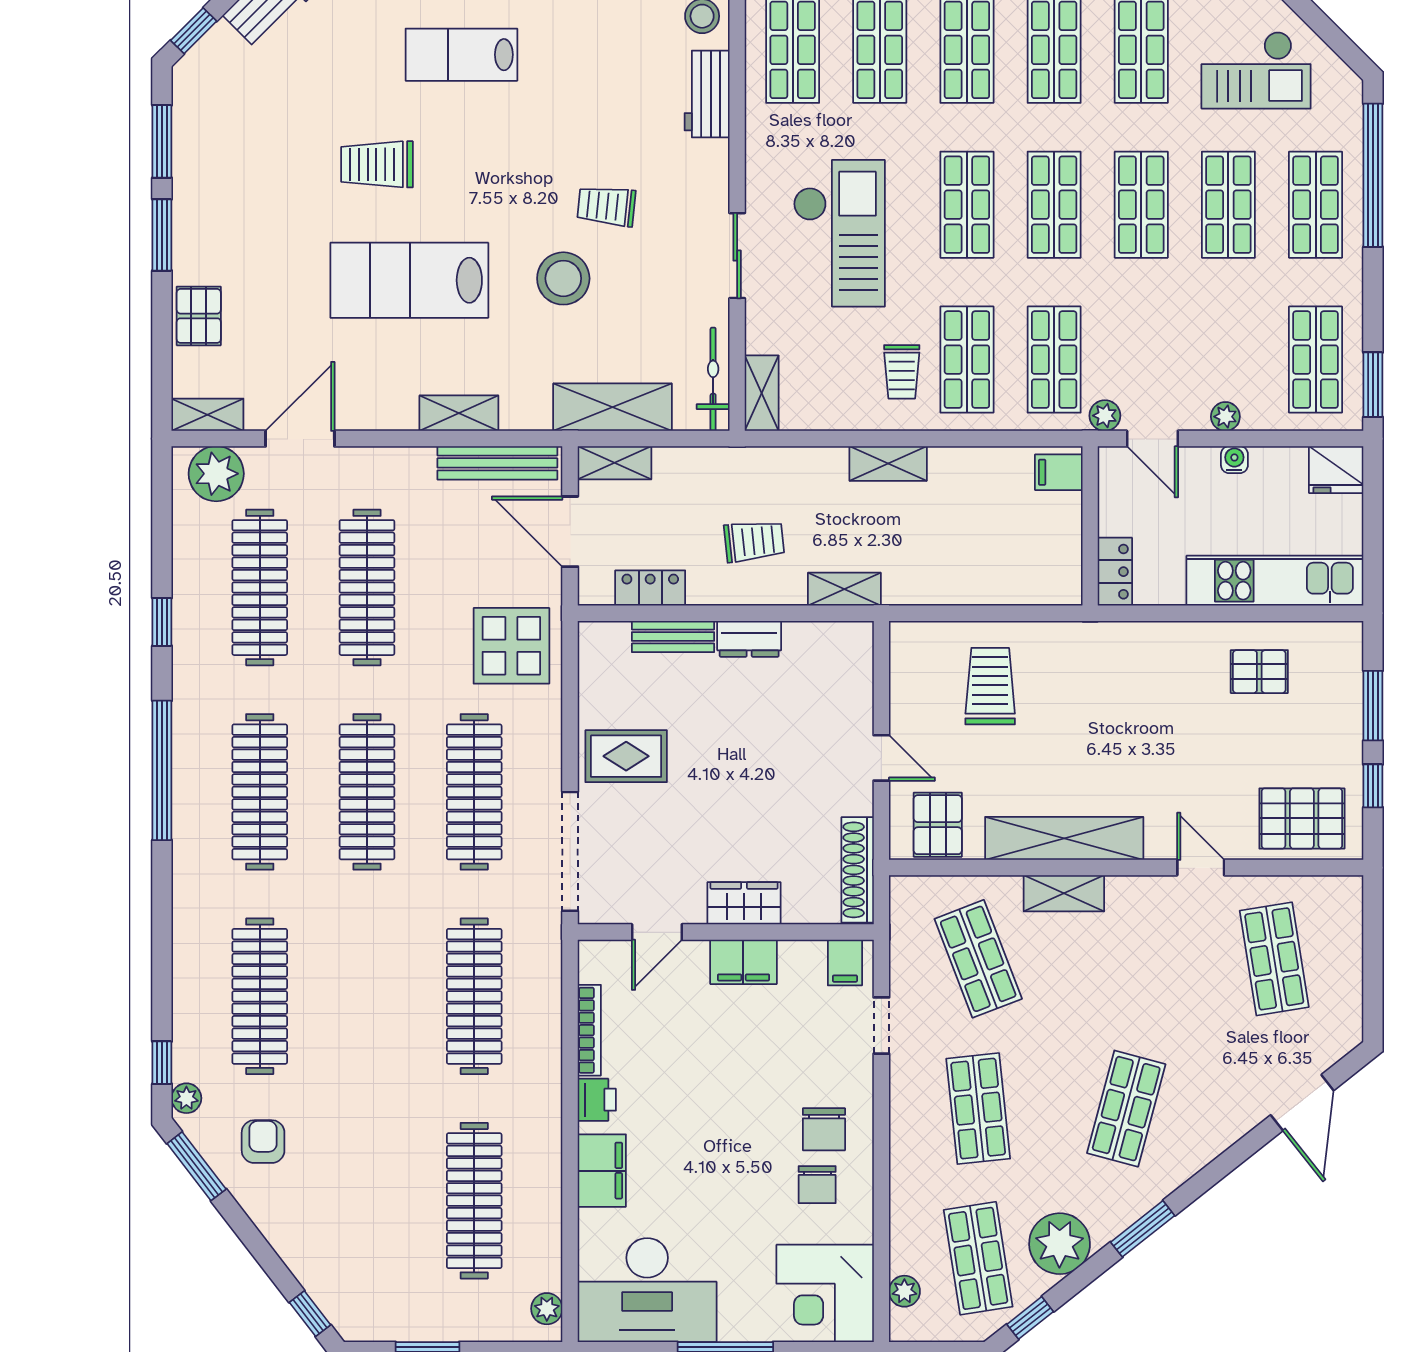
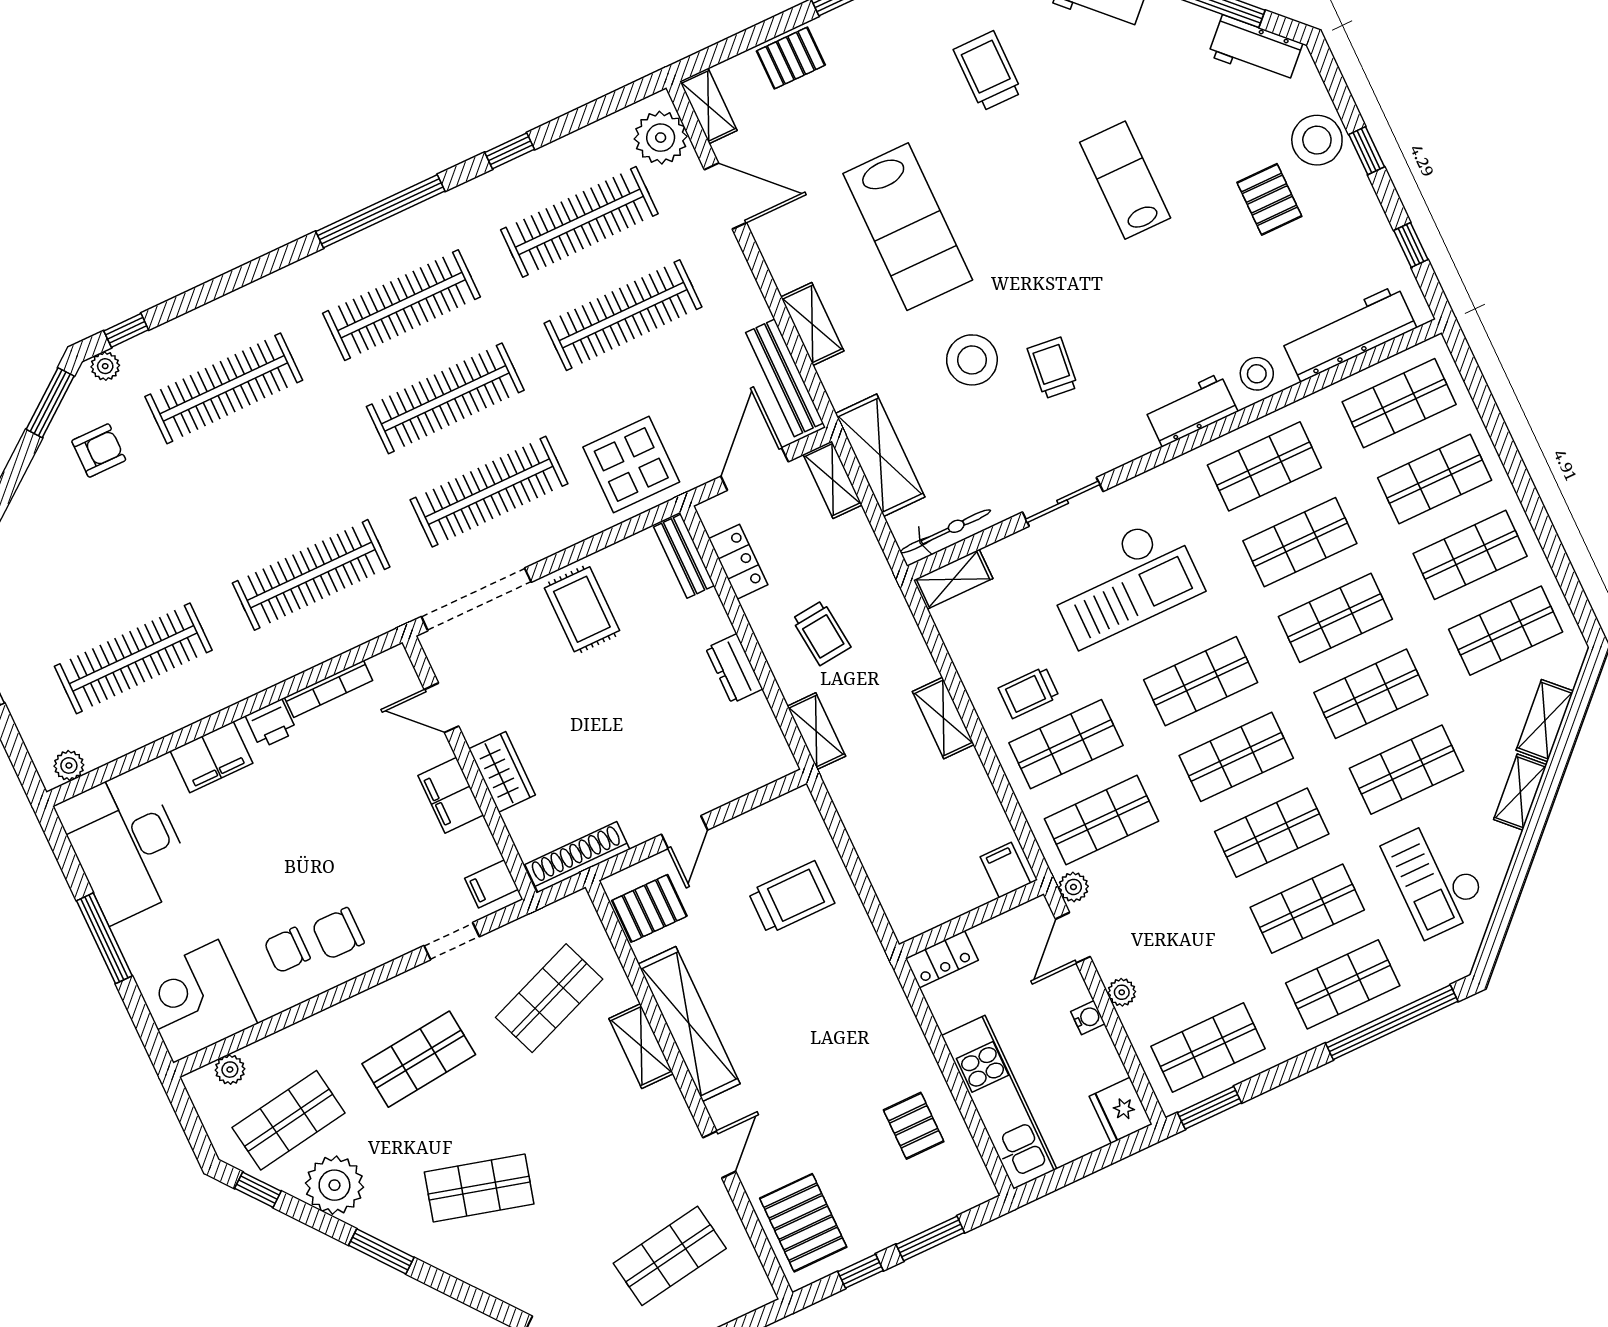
trolley: (377, 164) -> (988, 71), moved
lab bench: (409, 280) -> (908, 227), turned 180
bench: (673, 636) -> (684, 556), moved

